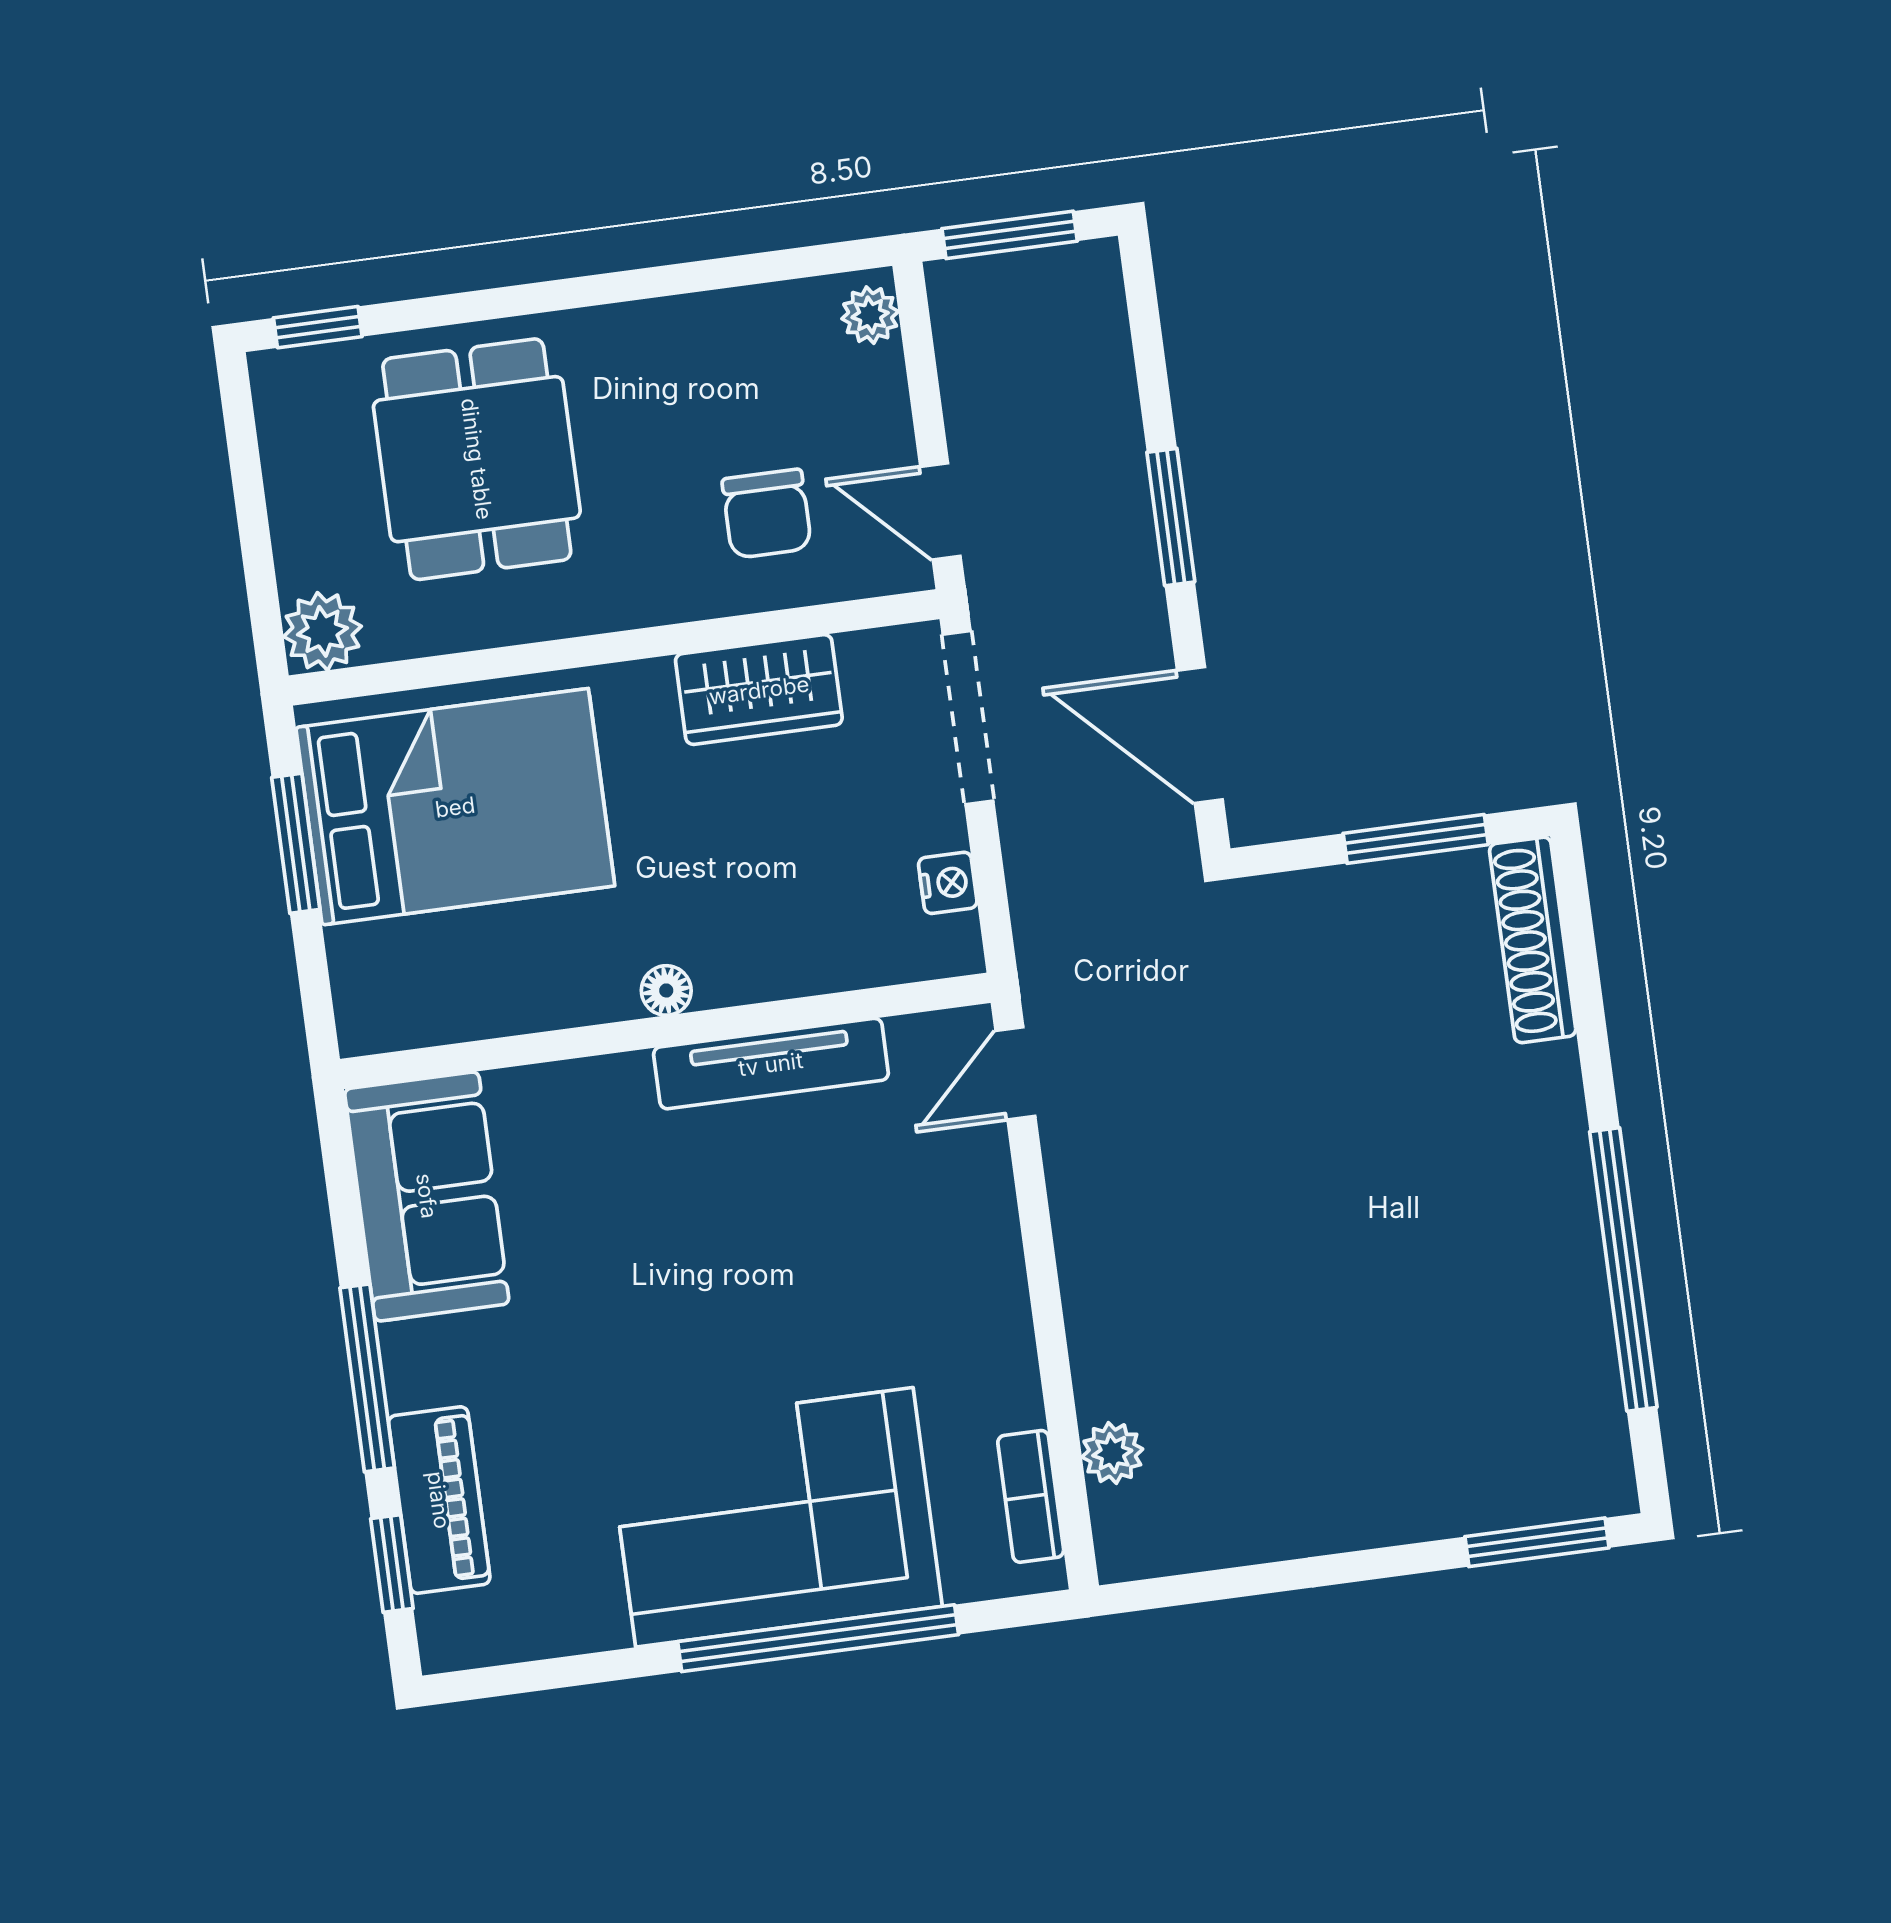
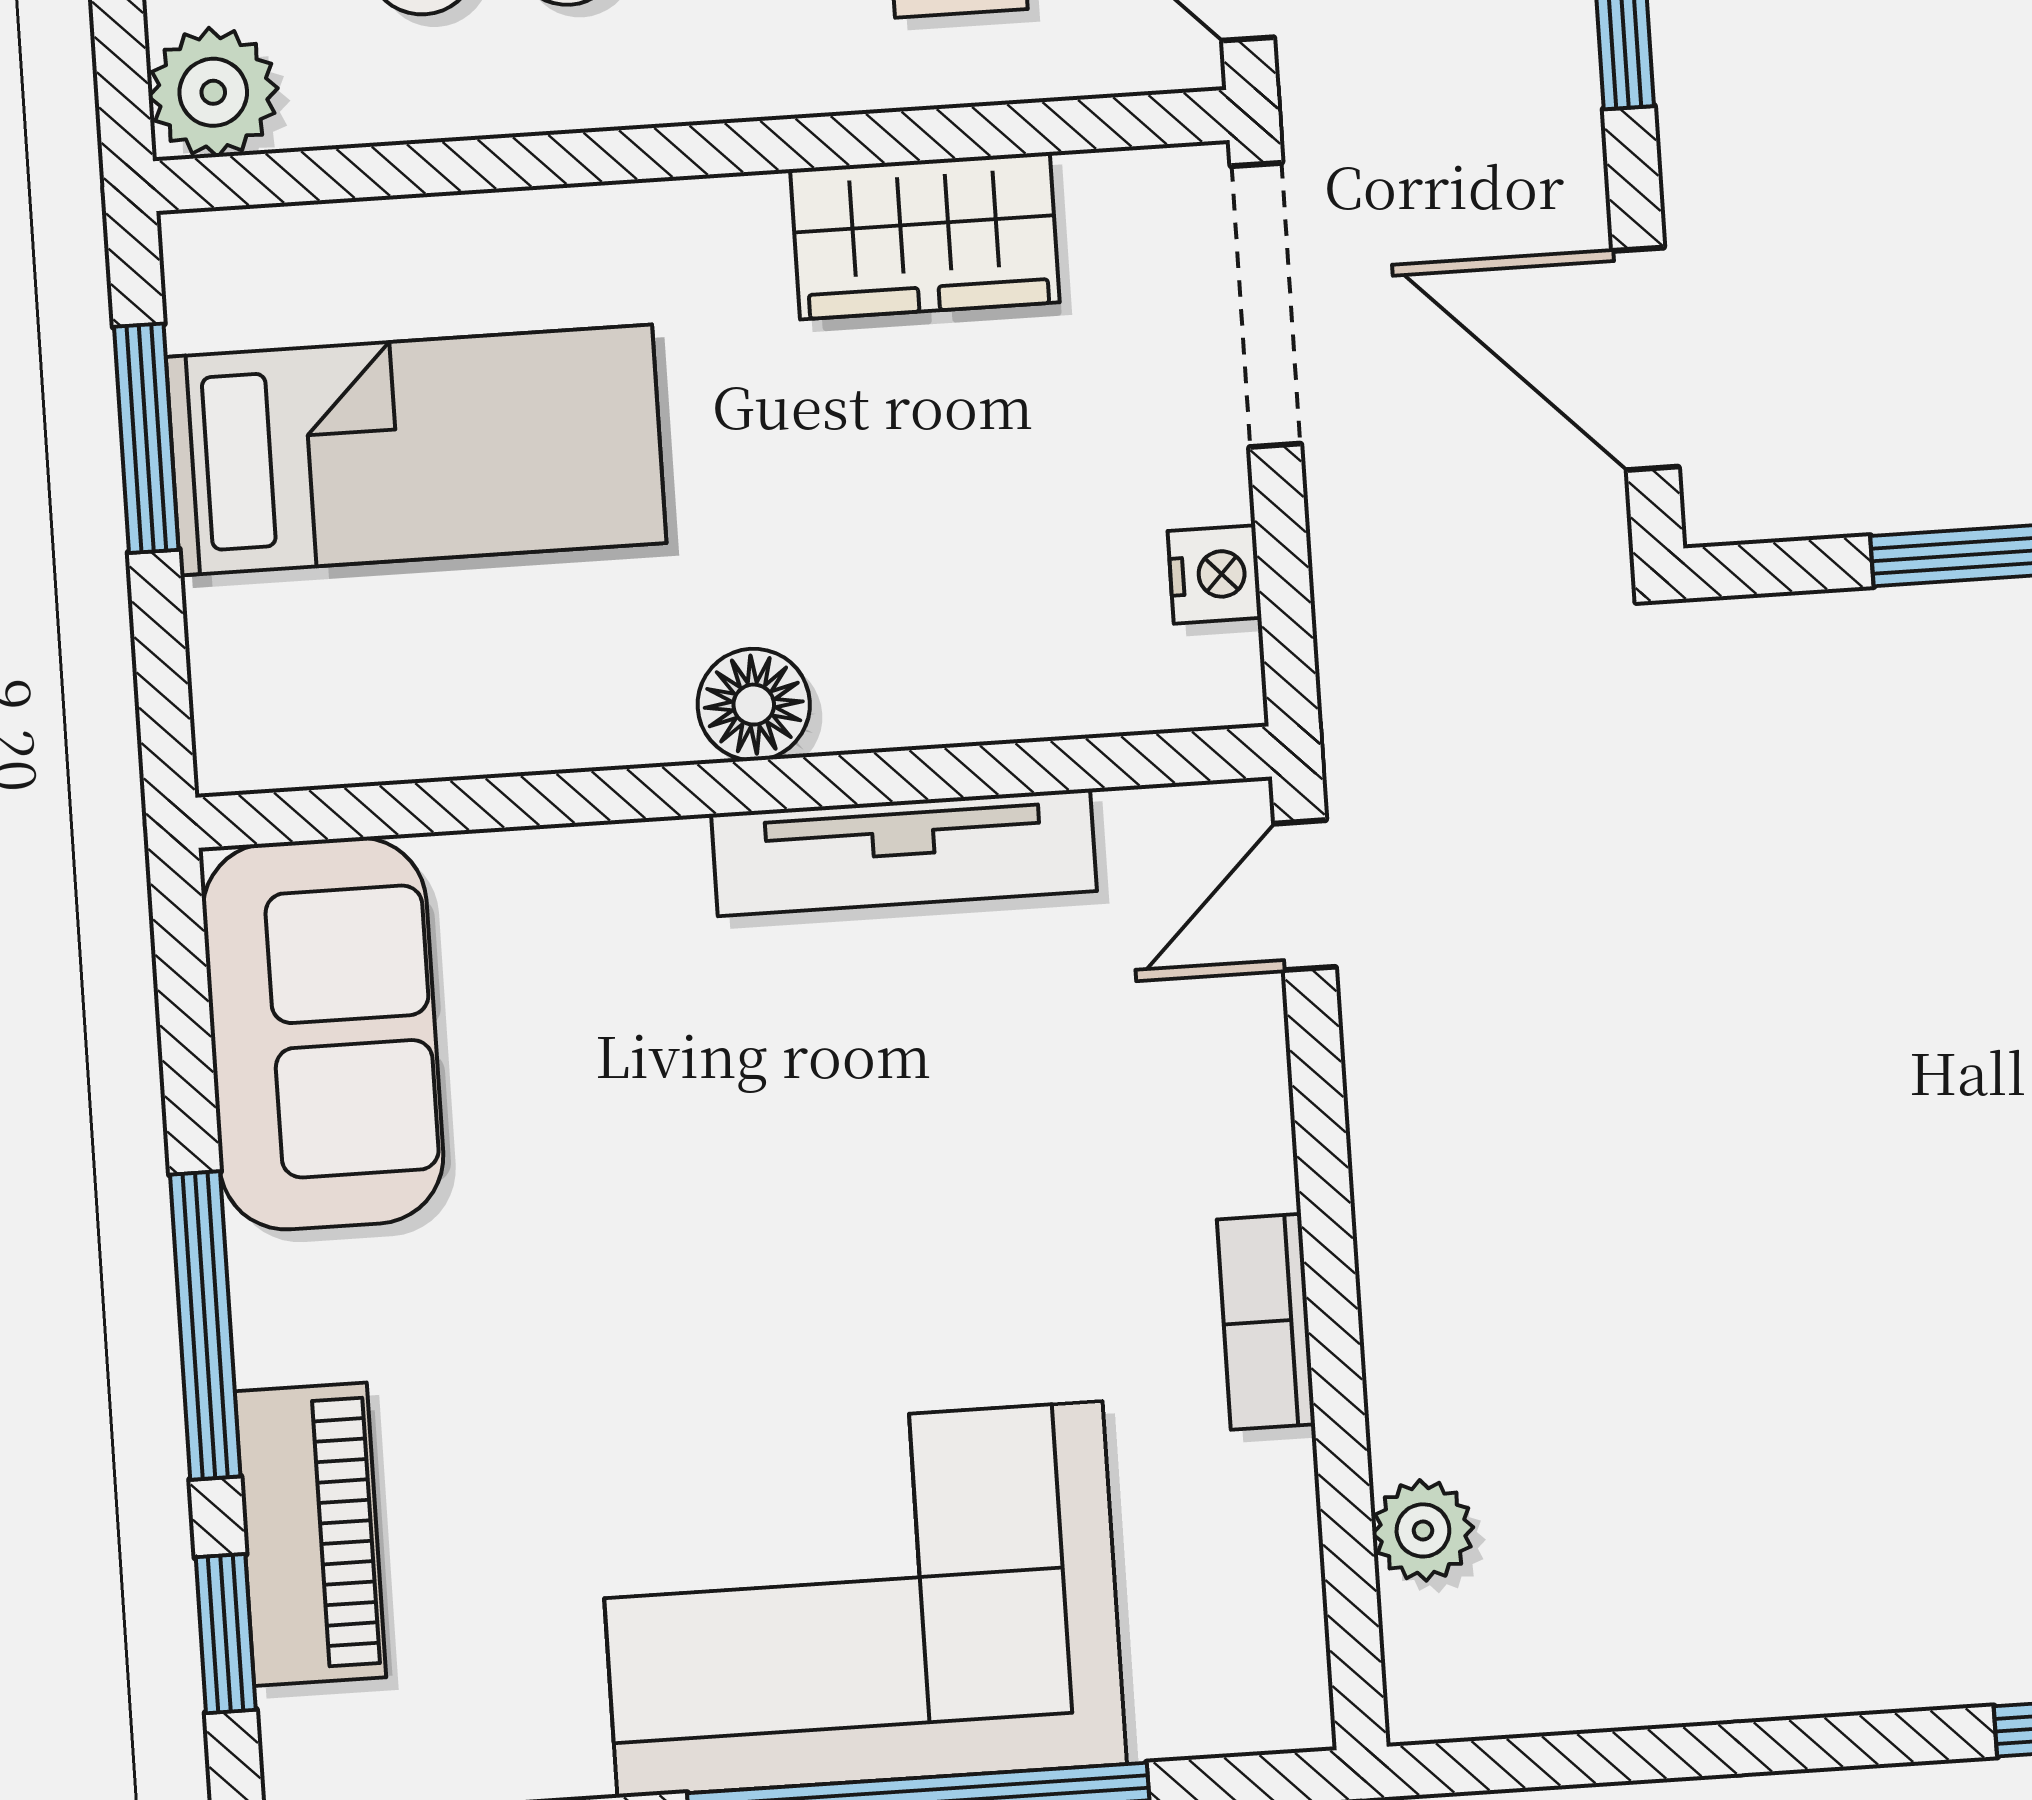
bed: (455, 807) -> (416, 450), width x0.67
floor lamp: (666, 990) -> (754, 705), width x1.37, depth x1.37
bookcase: (1031, 1496) -> (1266, 1322), moved

